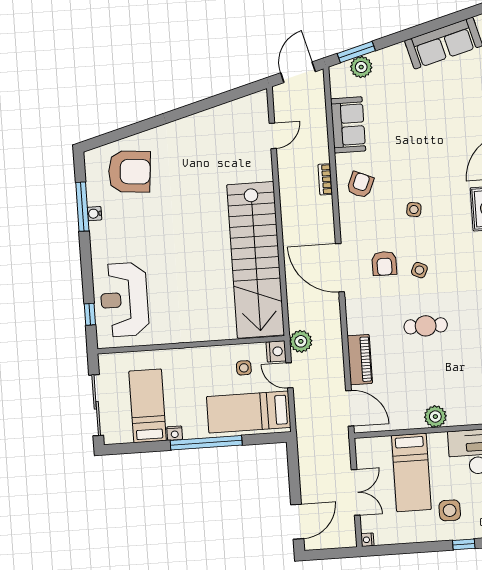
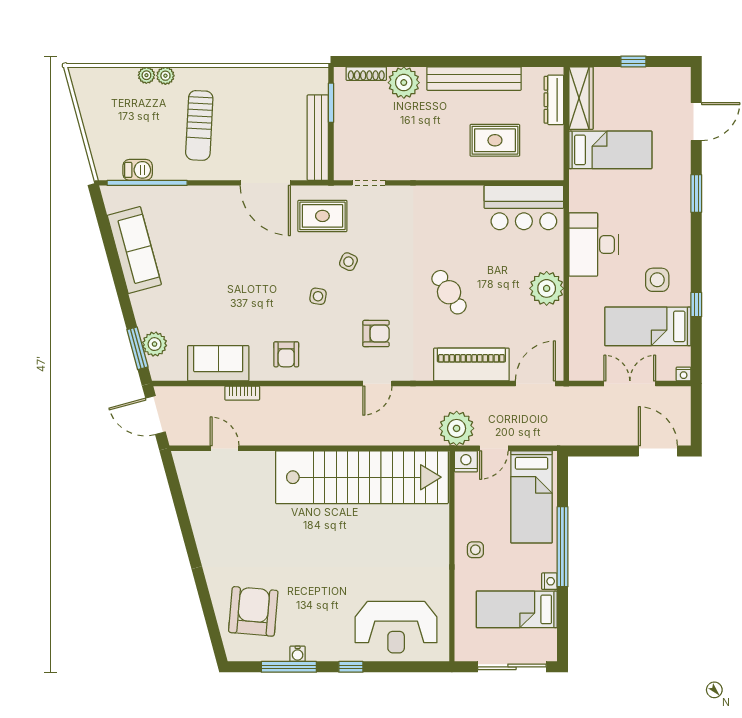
bookcase: (325, 179) -> (242, 393), moved
armchair: (360, 185) -> (286, 354), turned -113
door: (340, 268) -> (377, 384), width x0.53
side table: (419, 270) -> (348, 262), moved
window: (90, 314) -> (351, 667), moved
cafe table: (426, 326) -> (449, 292), turned -33
plant: (301, 341) -> (457, 428), width x1.36, depth x1.36
piano: (360, 360) -> (471, 365), width x1.37, depth x1.33
side table: (244, 368) -> (475, 550), moved
plant: (435, 417) -> (547, 288), width x1.36, depth x1.36
bed: (411, 472) -> (648, 326), moved, turned 180
window: (464, 544) -> (696, 305), moved

